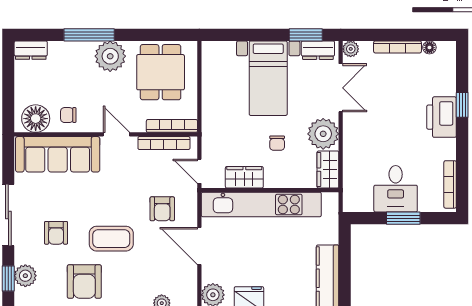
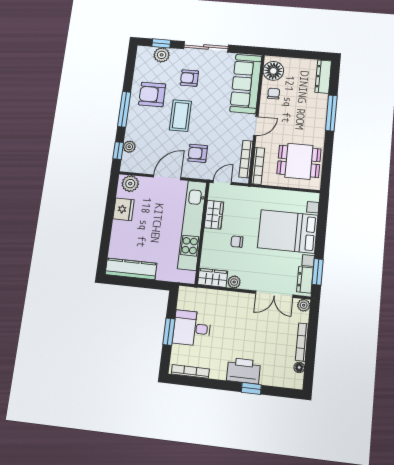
dresser: (31, 50) -> (323, 77), width x1.44
plant: (110, 56) -> (314, 127), removed
bed with nightstands: (268, 78) -> (288, 231), width x1.36
plant: (323, 134) -> (234, 282), width x0.53, depth x0.53

